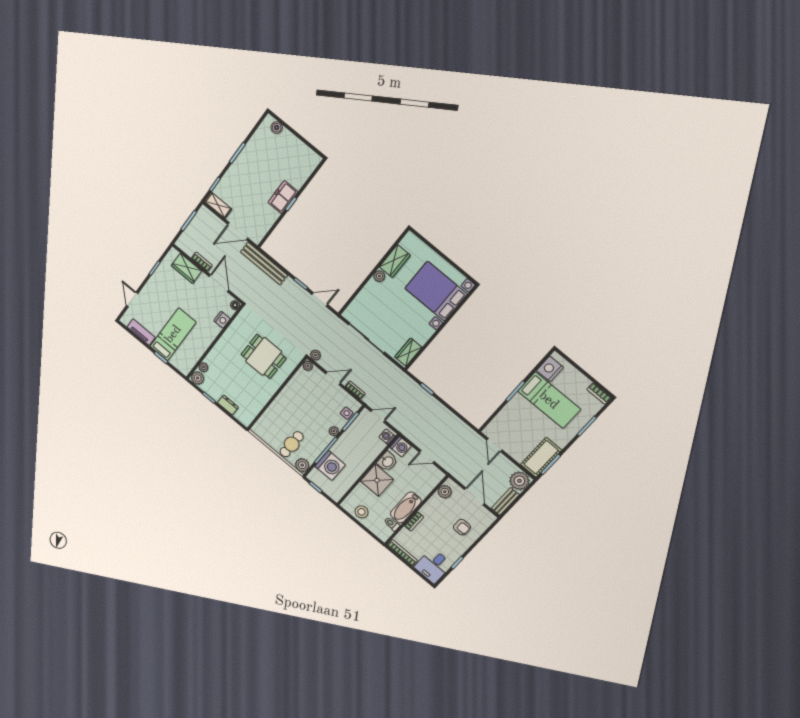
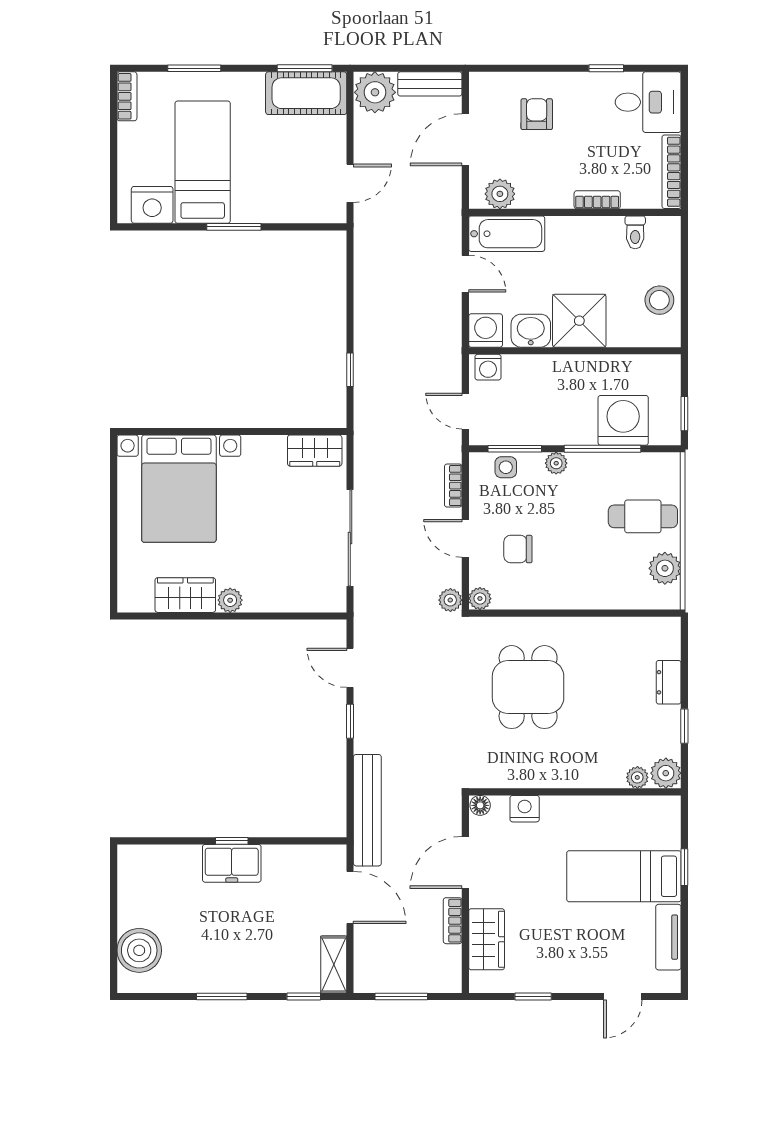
boiler: (277, 128) -> (139, 950), width x1.86, depth x1.86
chair: (315, 393) -> (518, 549), added
plant: (302, 465) -> (665, 568), moved
bathtub: (406, 507) -> (507, 234), moved

